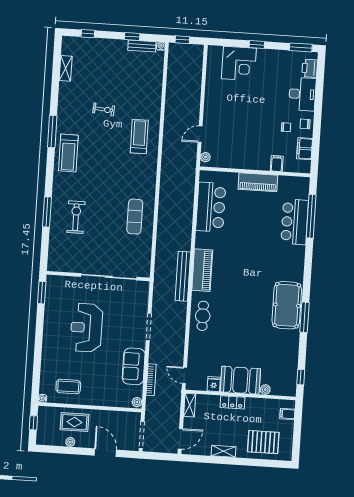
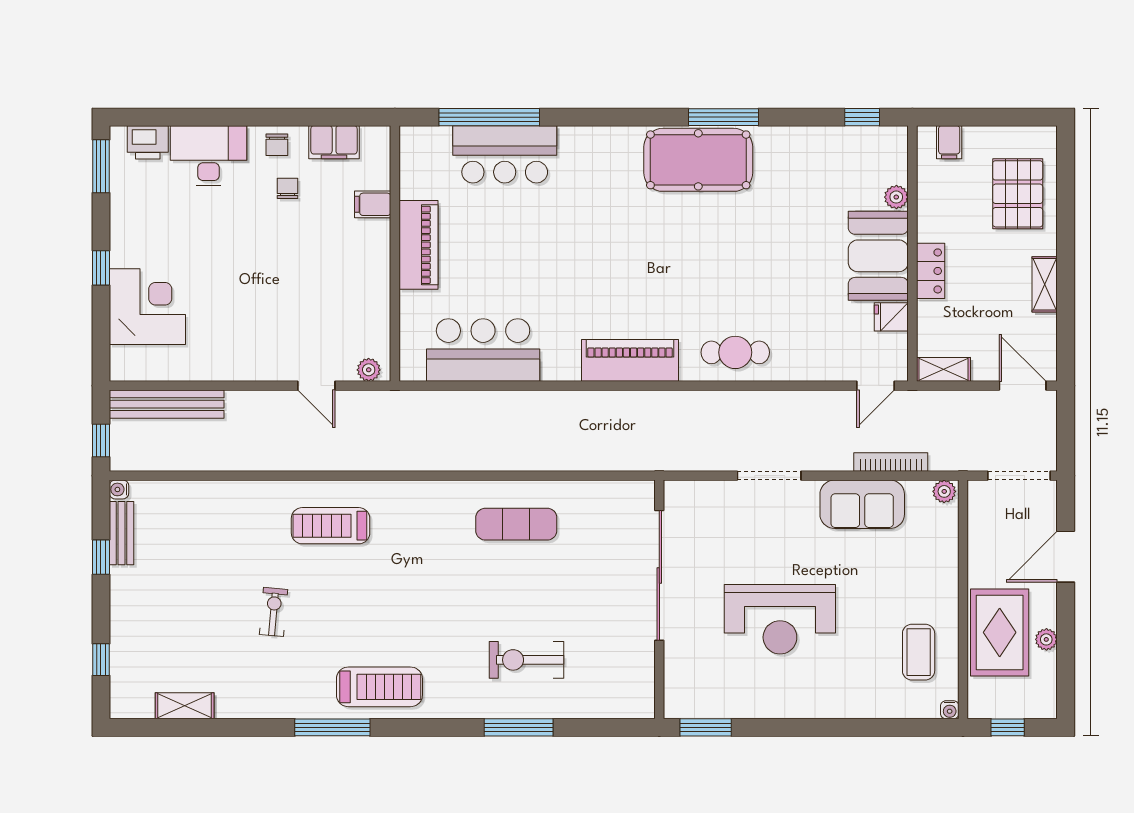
bench: (183, 276) -> (167, 404), moved
rug: (75, 422) -> (1000, 632), width x1.36, depth x1.43

